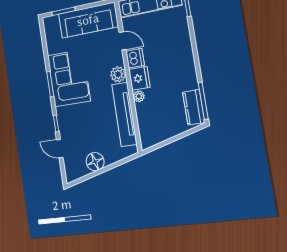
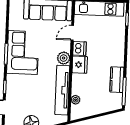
door: (123, 41) -> (72, 33), swing flipped
plant: (139, 96) -> (76, 100), moved
kitchen counter: (194, 107) -> (117, 80), moved

